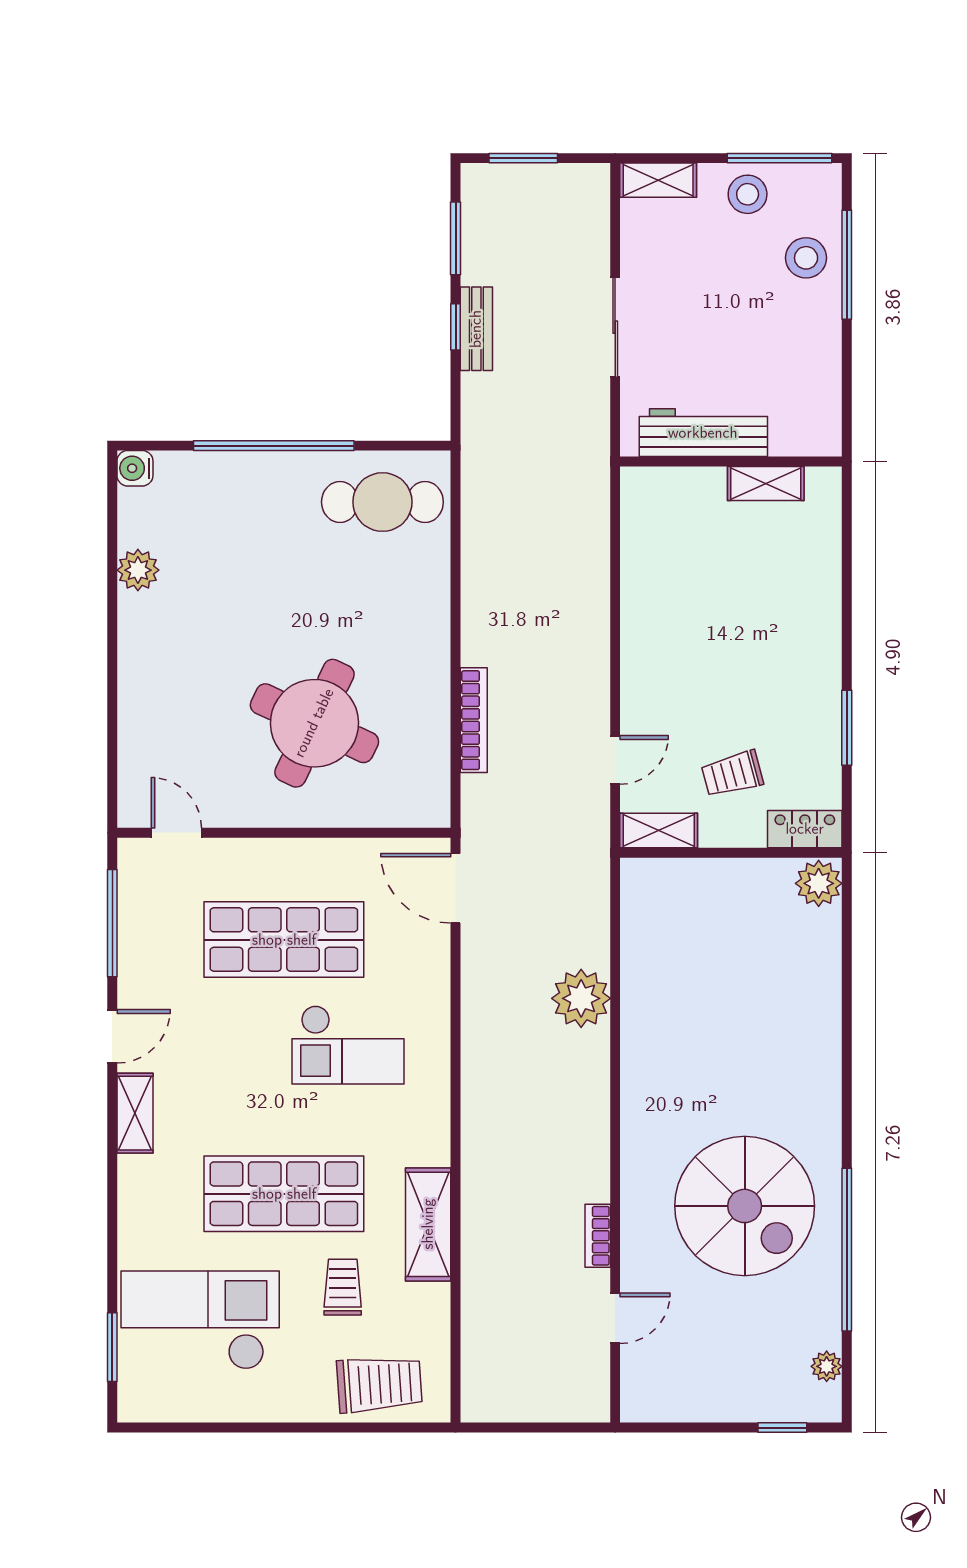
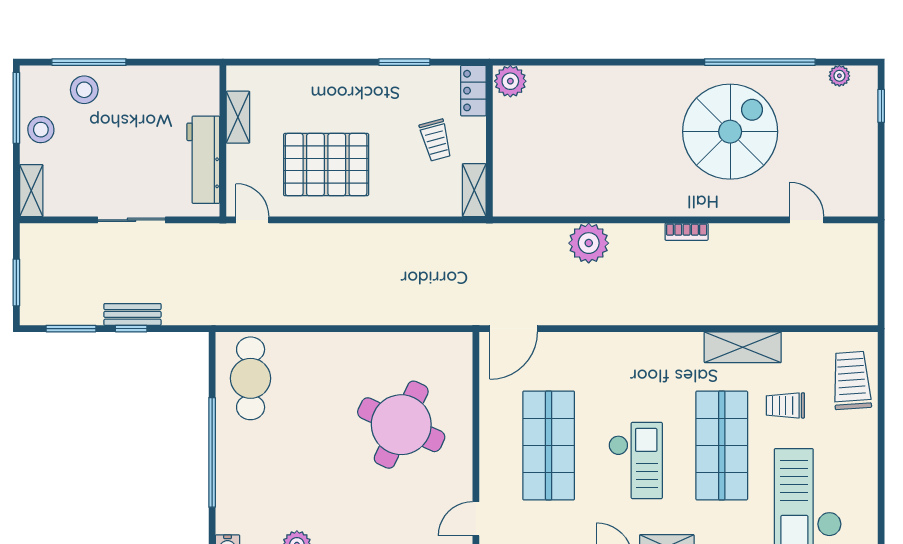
pallet: (696, 613) -> (326, 165), added
bookcase: (474, 720) -> (399, 316), removed
door: (615, 760) -> (252, 220), moved
checkout: (348, 1045) -> (636, 460), moved
bookcase: (598, 1236) -> (687, 232), moved

